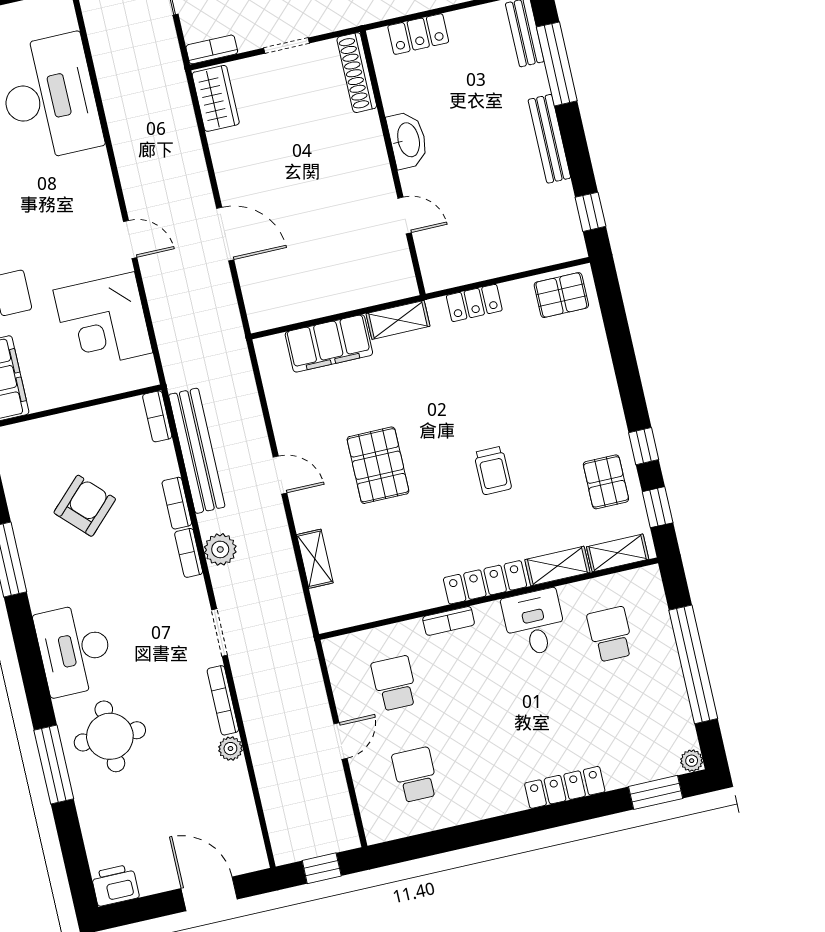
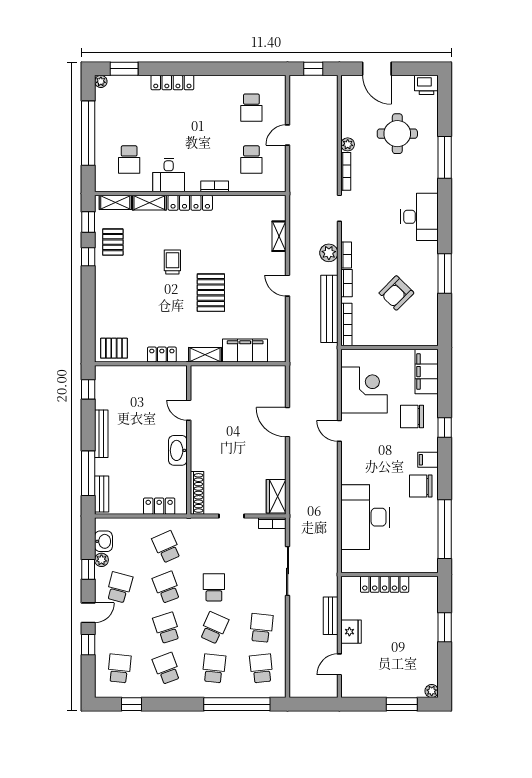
bookcase: (157, 416) -> (346, 325), width x1.56
pallet: (378, 465) -> (211, 293), moved
round table: (110, 736) -> (397, 134), moved

